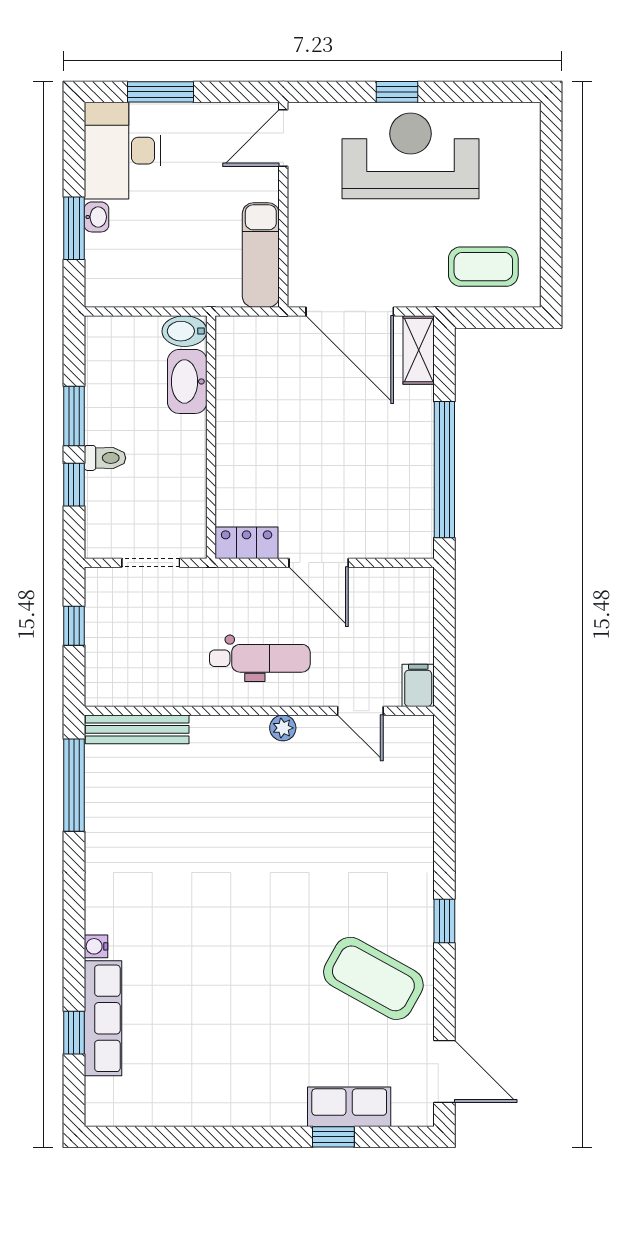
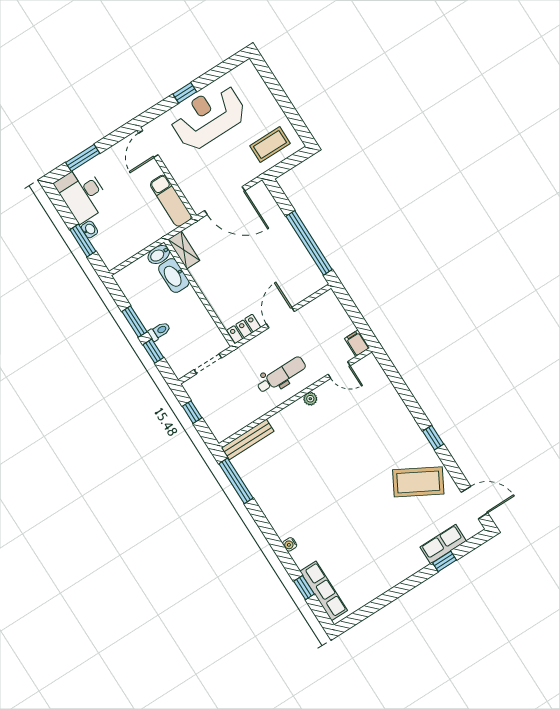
shelving: (419, 350) -> (184, 250), moved
door: (319, 563) -> (280, 318), swing flipped
row of seats: (103, 1018) -> (324, 591), moved

